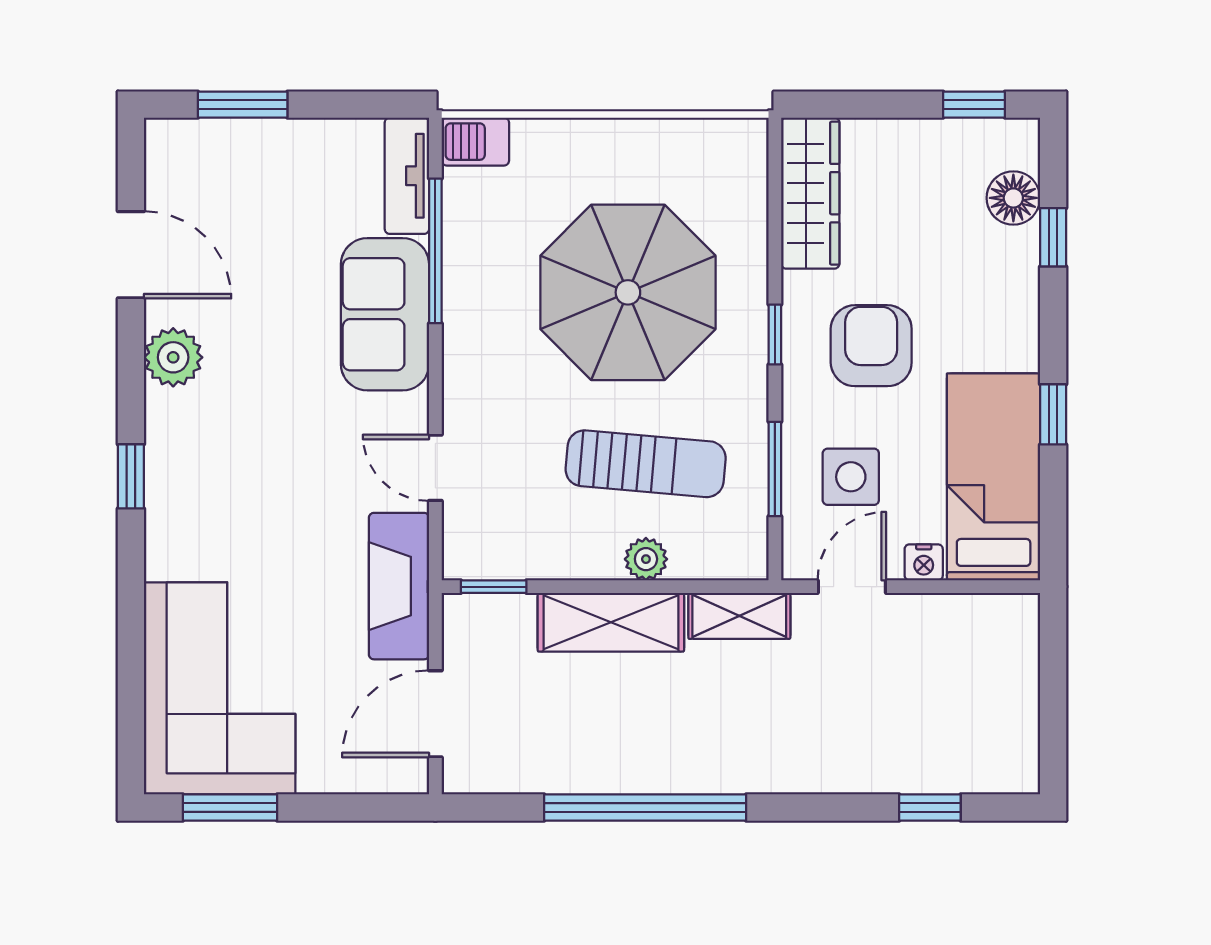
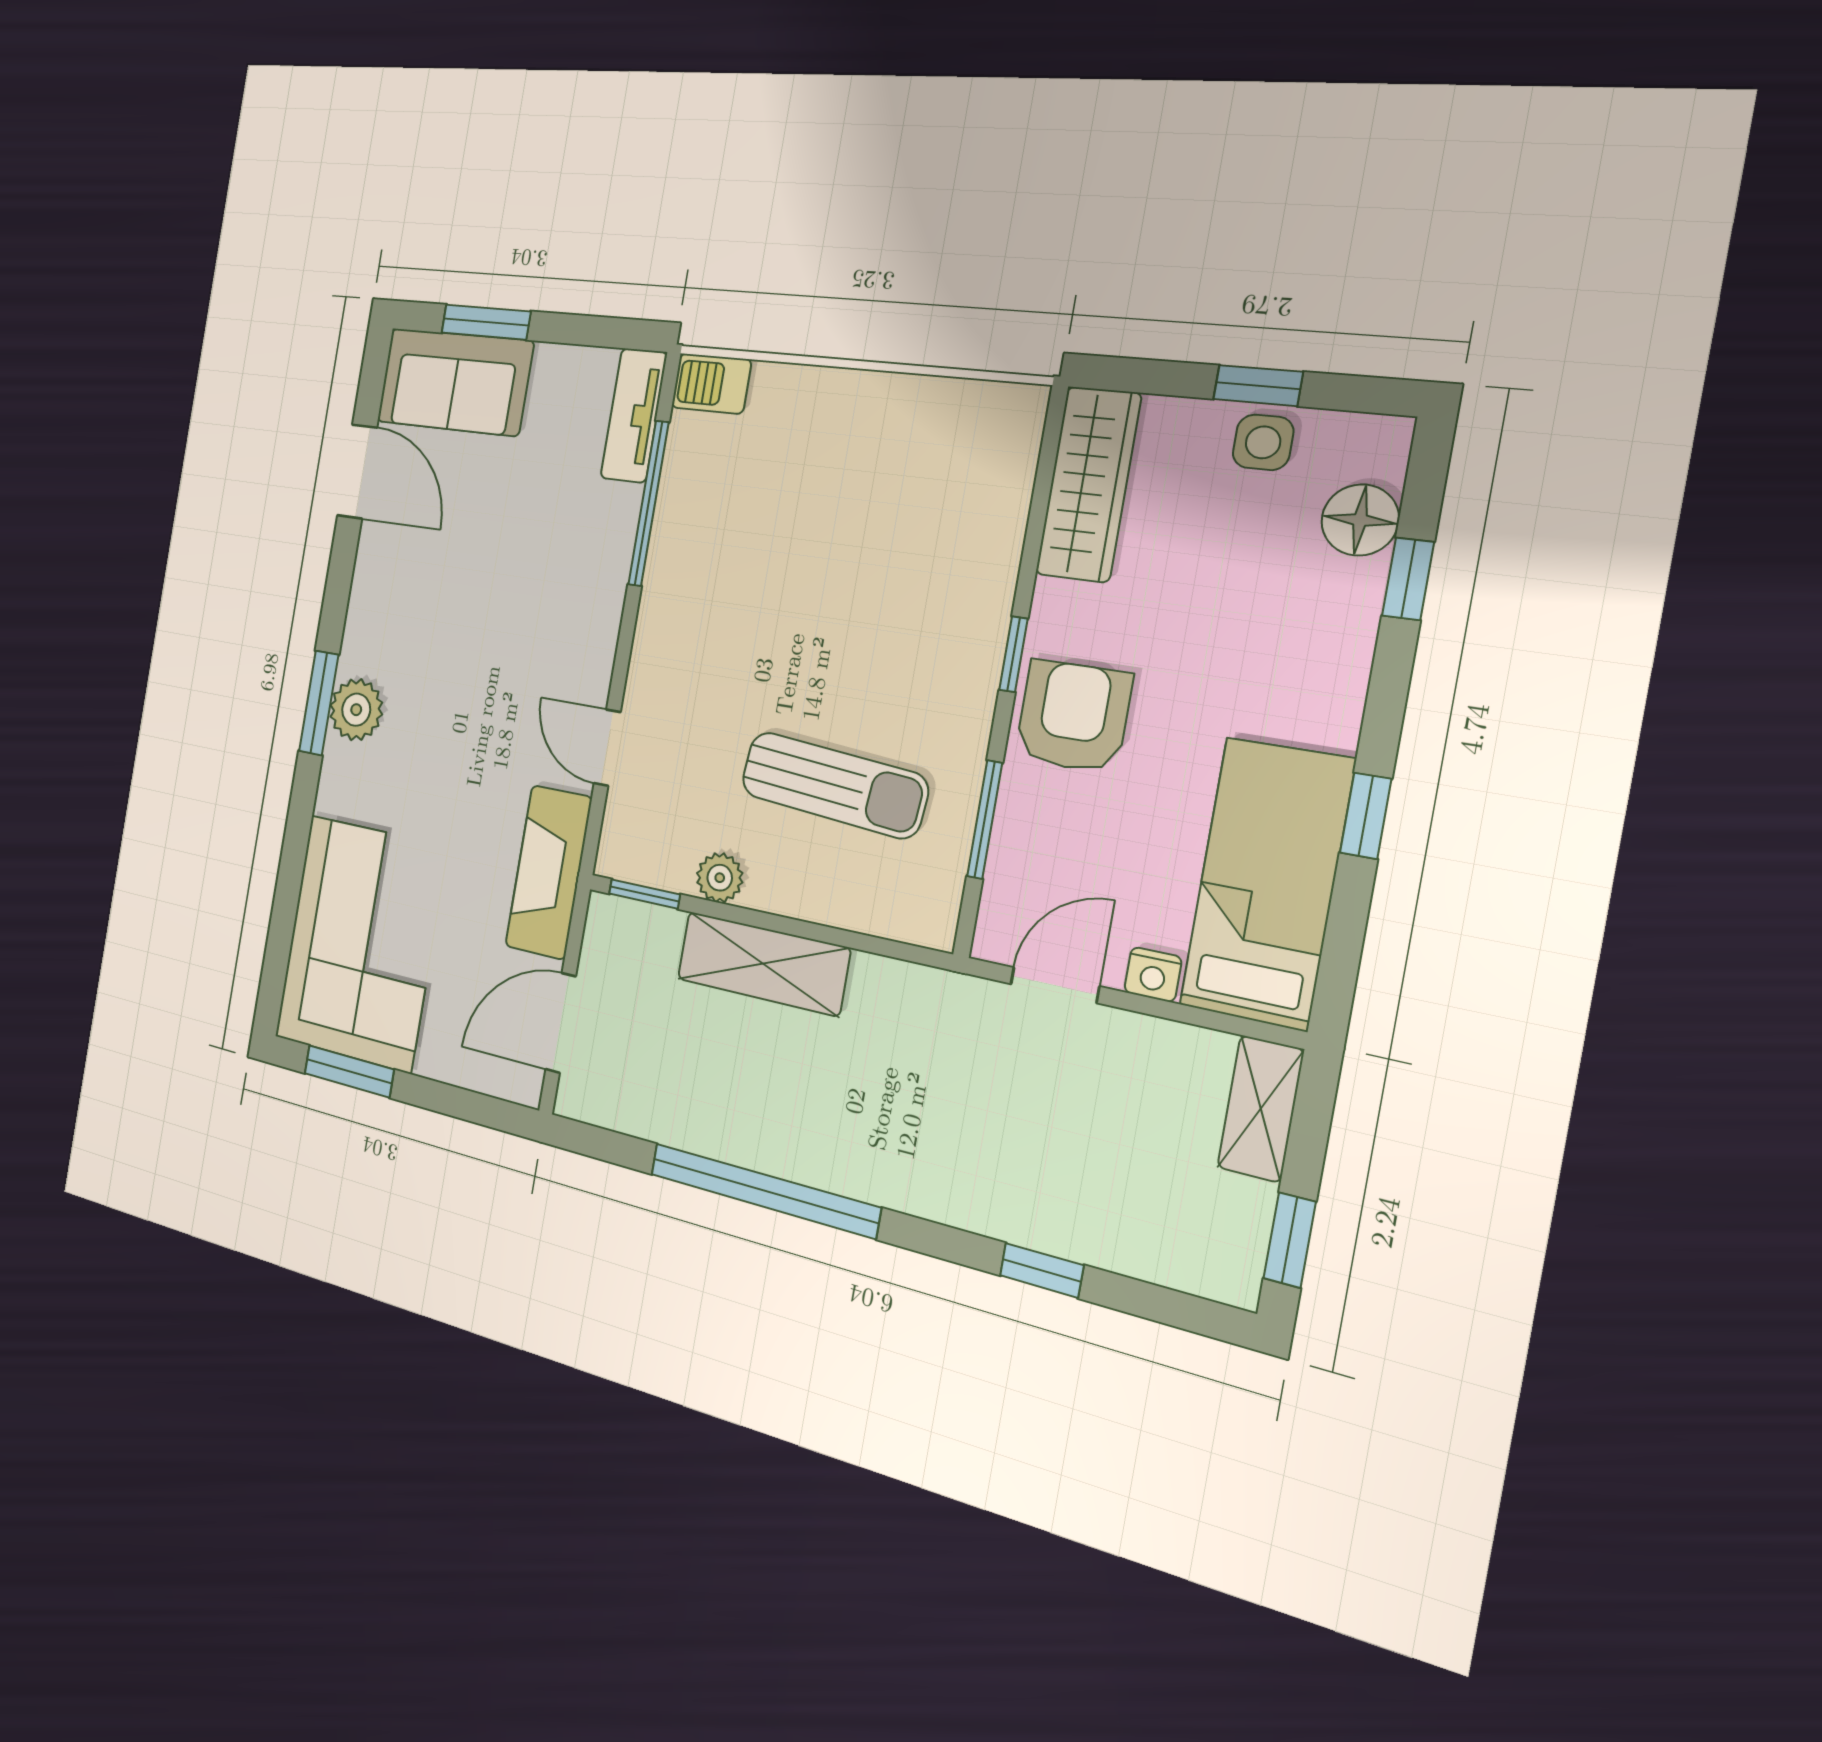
window: (974, 105) -> (1258, 386), moved
parasol: (628, 292) -> (849, 579), removed
sofa: (385, 314) -> (454, 382), moved, turned -90
armchair: (871, 346) -> (1073, 716), moved
plant: (173, 357) -> (356, 710), moved
window: (131, 476) -> (319, 703), width x1.50
side table: (851, 477) -> (1263, 442), moved, width x0.73, depth x0.73
plant: (646, 559) -> (720, 878), moved
shelving: (739, 616) -> (1261, 1109), moved, turned 90
window: (1053, 734) -> (1290, 1240), added
window: (930, 808) -> (1042, 1270), moved

